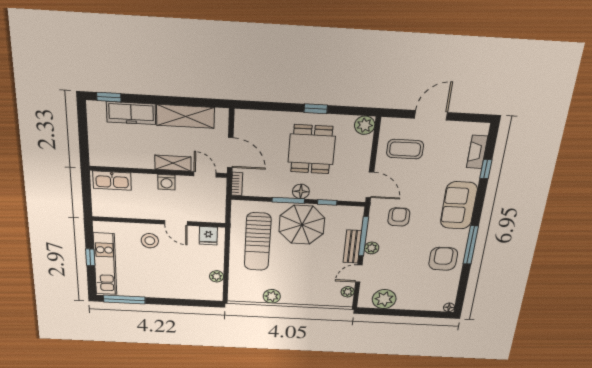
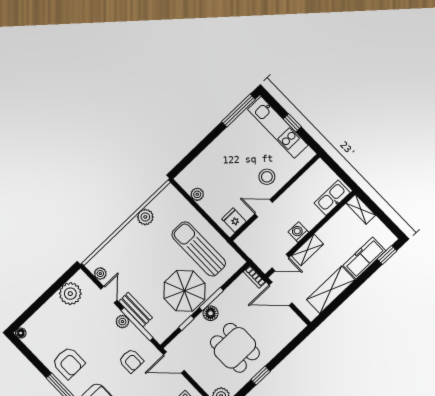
shelving: (96, 151) -> (361, 209), added

